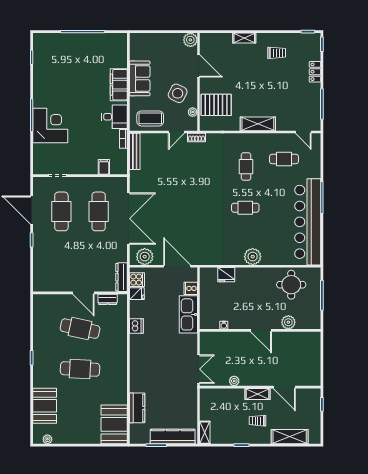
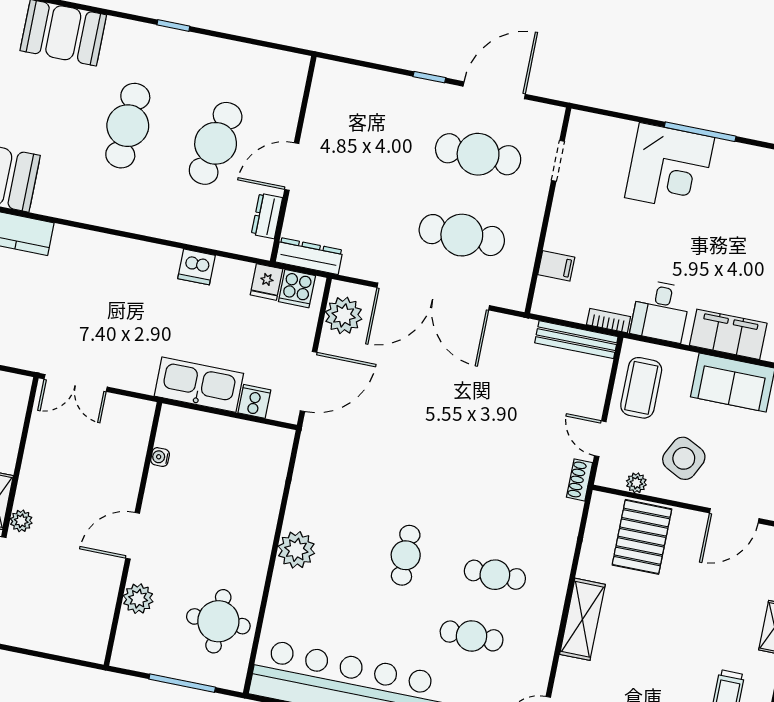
cafe table: (284, 159) -> (472, 636), moved, turned 90
fridge: (226, 275) -> (269, 485), removed
plant: (234, 381) -> (21, 521), moved

